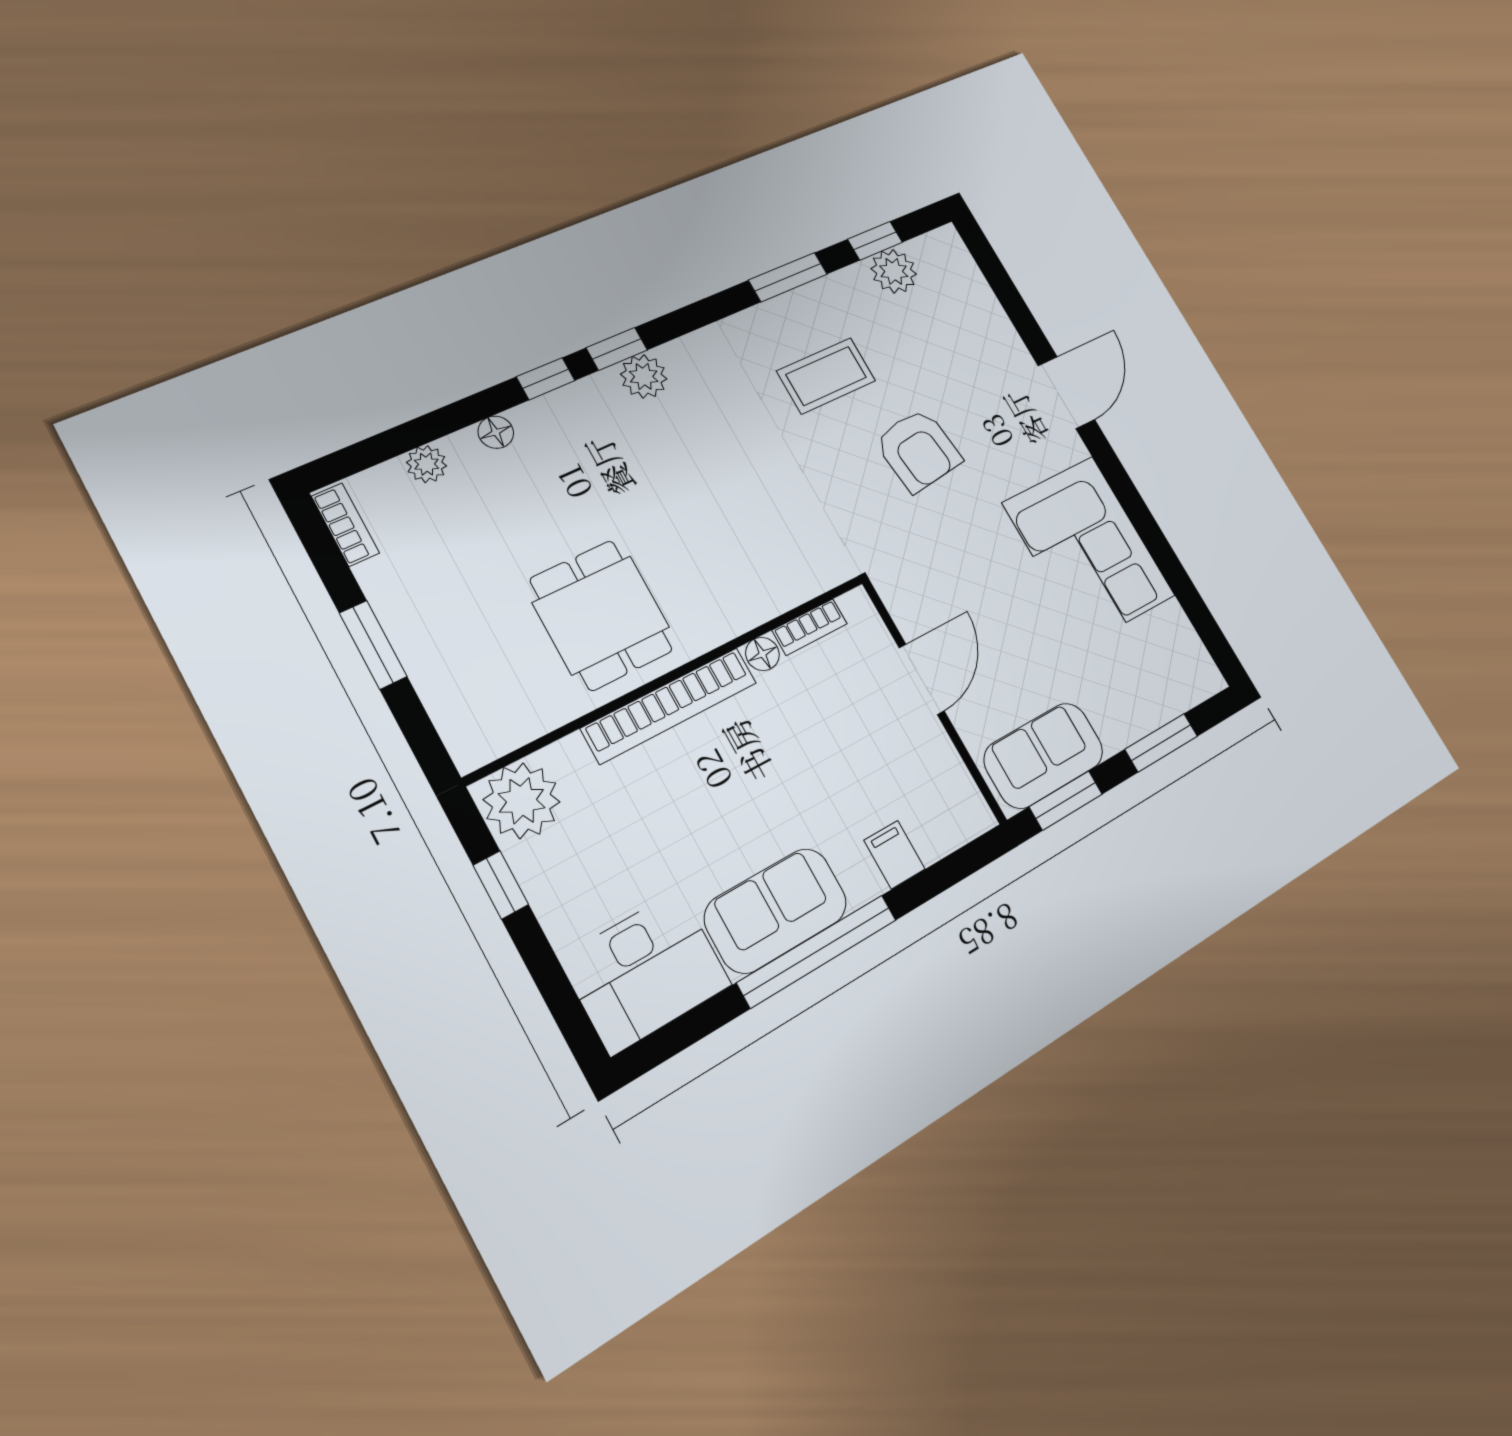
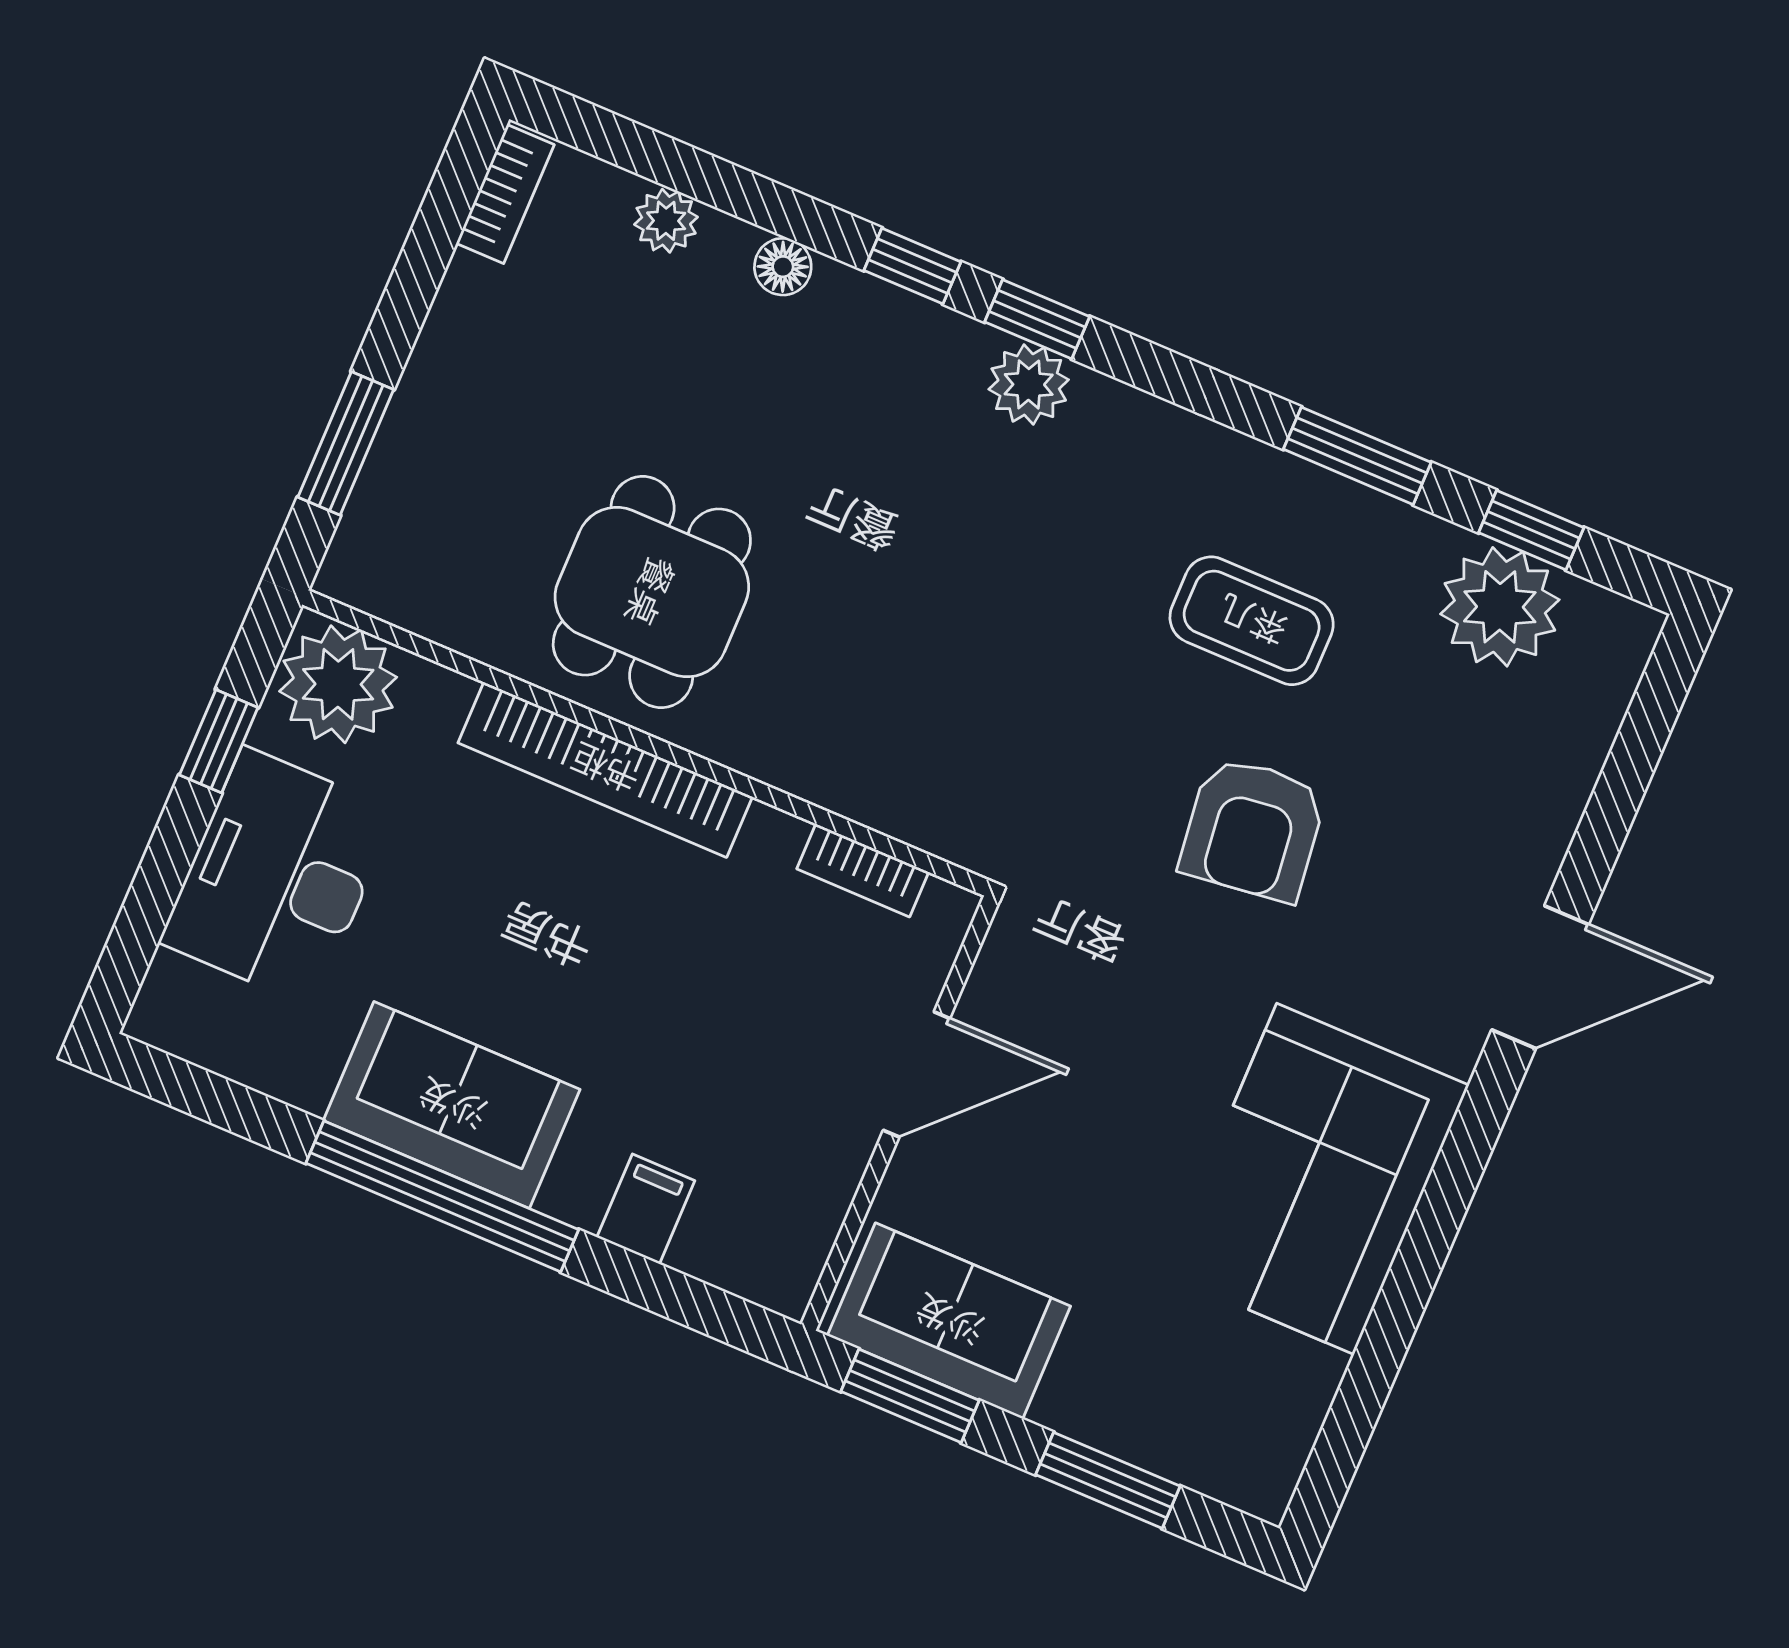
plant: (894, 271) -> (1500, 607), width x1.36, depth x1.36
window: (373, 645) -> (346, 443), moved
floor lamp: (762, 654) -> (773, 836), removed
desk: (646, 972) -> (278, 877), moved, turned 90

